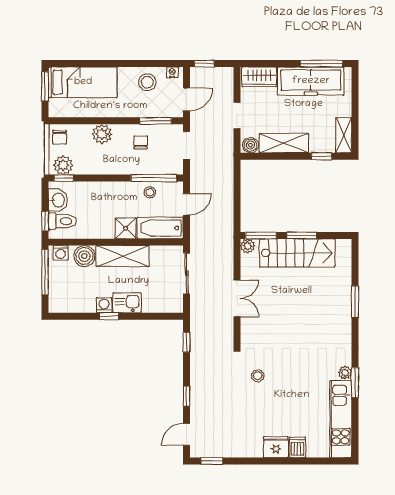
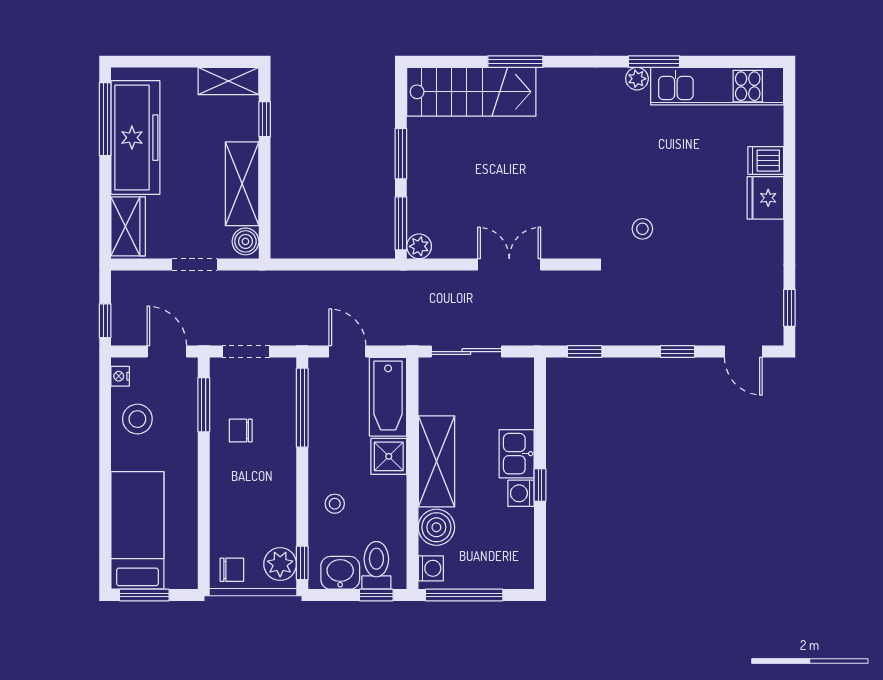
plant: (102, 134) -> (226, 497), removed
stool: (150, 192) -> (335, 504), moved
stairs: (297, 253) -> (471, 92), moved, turned 90

